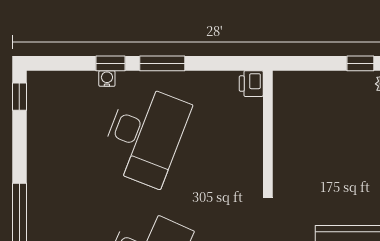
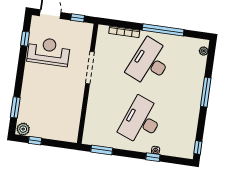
window: (162, 63) -> (102, 150), moved
printer: (251, 84) -> (88, 138), removed

